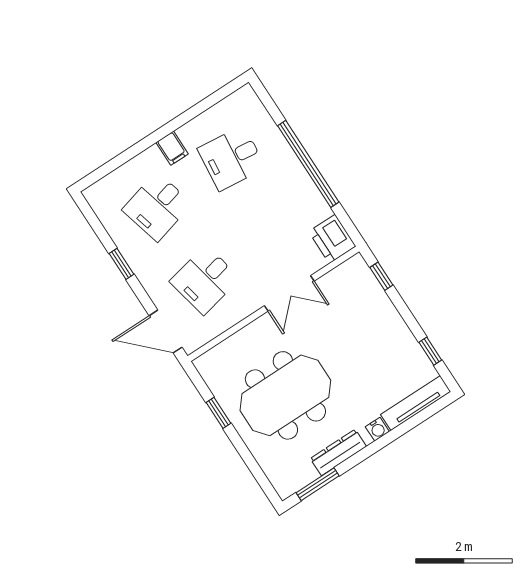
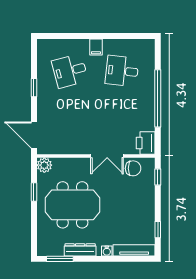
desk: (205, 280) -> (70, 122), removed
chair: (338, 287) -> (133, 168), added
plant: (208, 365) -> (44, 165), added

